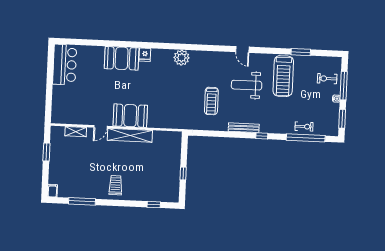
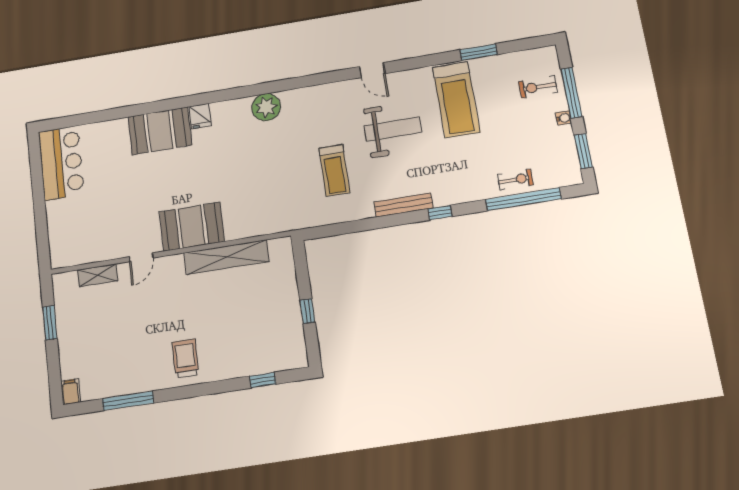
weight bench: (247, 85) -> (393, 129), turned 180
shelving: (130, 135) -> (226, 257), moved

